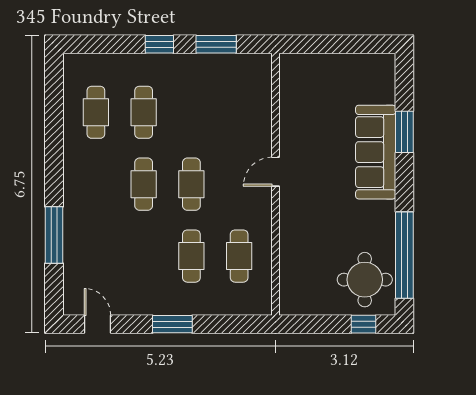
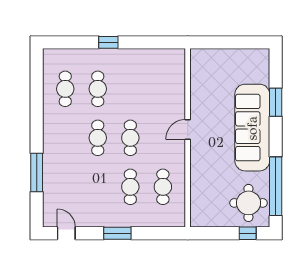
window: (216, 44) -> (147, 42), removed
sofa: (376, 152) -> (252, 128), width x1.36, depth x1.27

